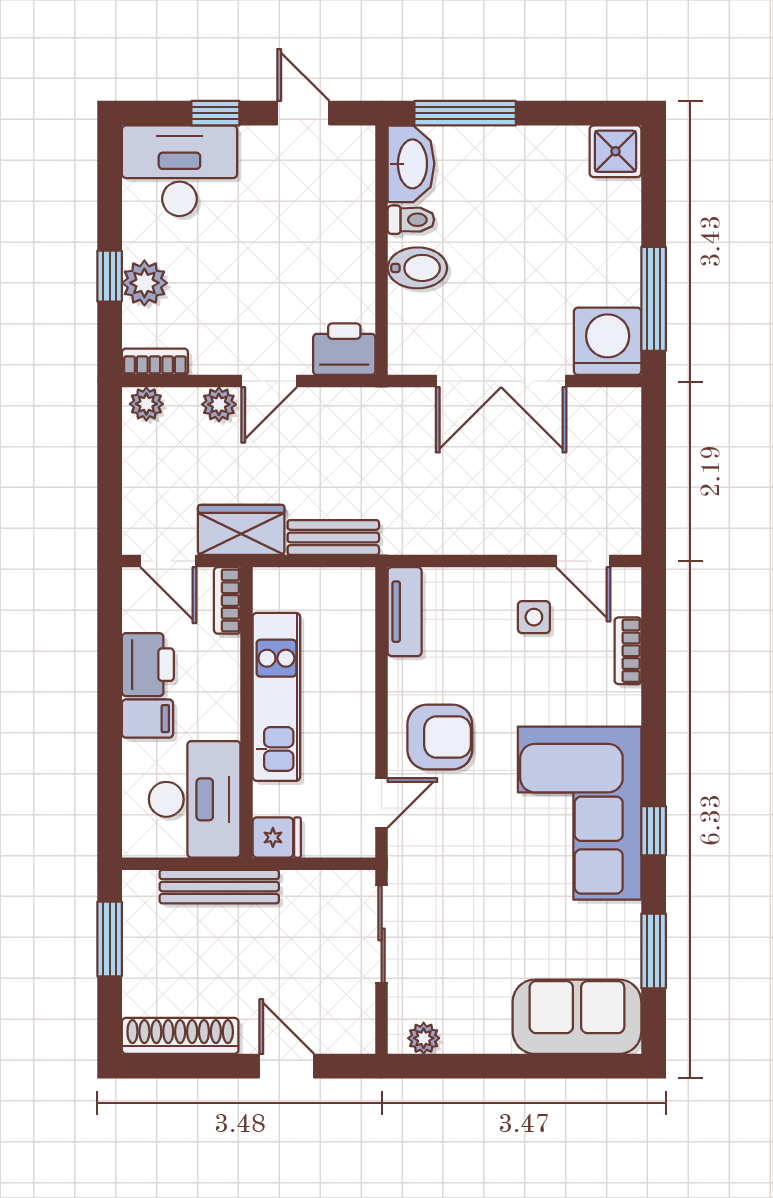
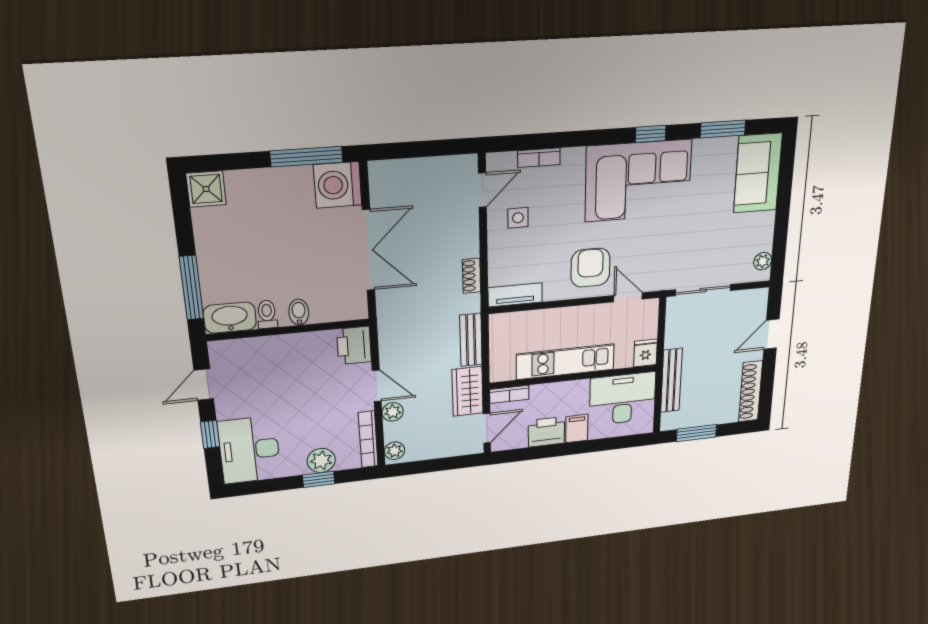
bidet: (417, 268) -> (299, 312), width x0.72, depth x0.74
bookcase: (155, 362) -> (368, 439), width x1.56
shoe rack: (444, 541) -> (471, 276), added

